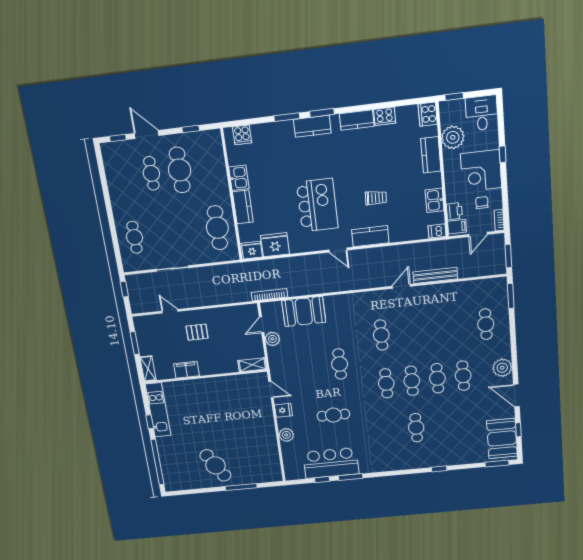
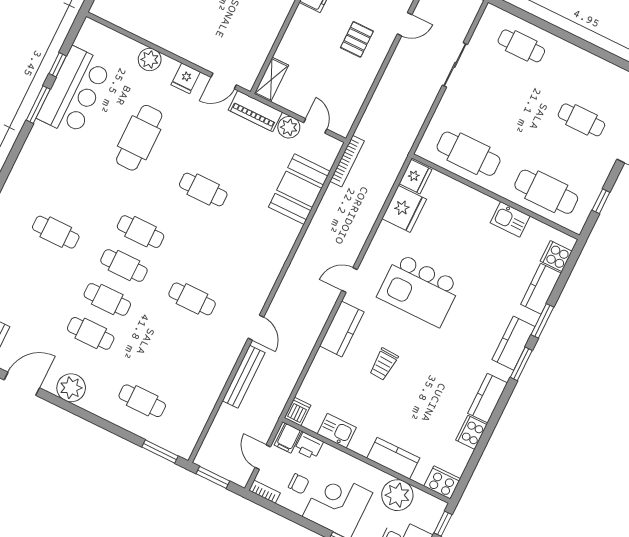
cafe table: (180, 170) -> (546, 192), moved
kitchen counter: (243, 207) -> (541, 289), moved, turned 90
cafe table: (381, 335) -> (192, 299), moved
piano: (276, 363) -> (255, 111), added
cafe table: (333, 415) -> (139, 138), width x1.37, depth x1.35

